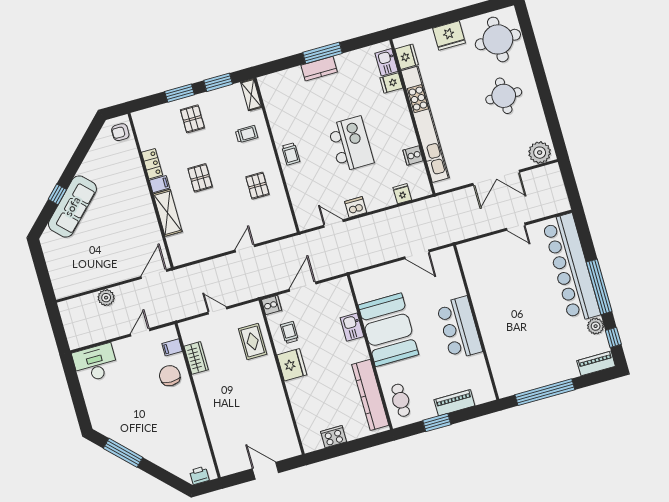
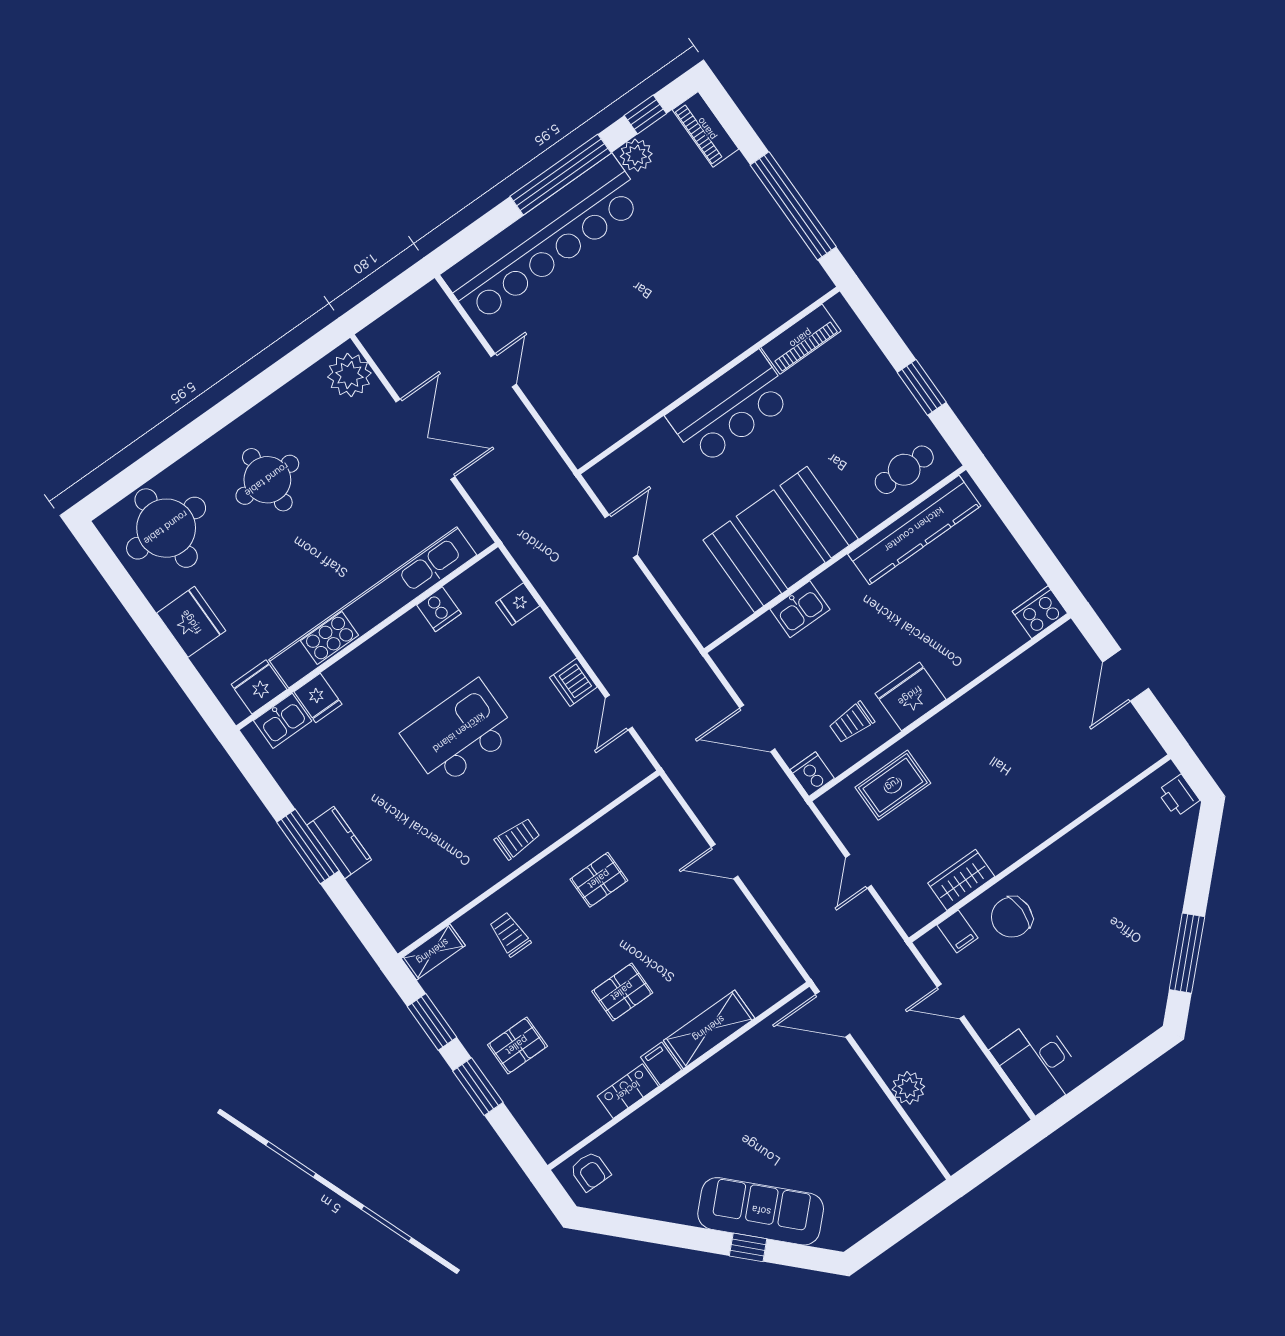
piano: (454, 403) -> (801, 339), moved, turned -90
cooker: (334, 437) -> (1040, 612), moved, turned 90

